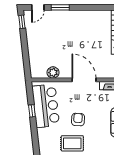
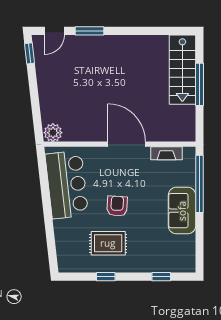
plant: (53, 73) -> (53, 133), moved
window: (32, 111) -> (45, 192), removed

